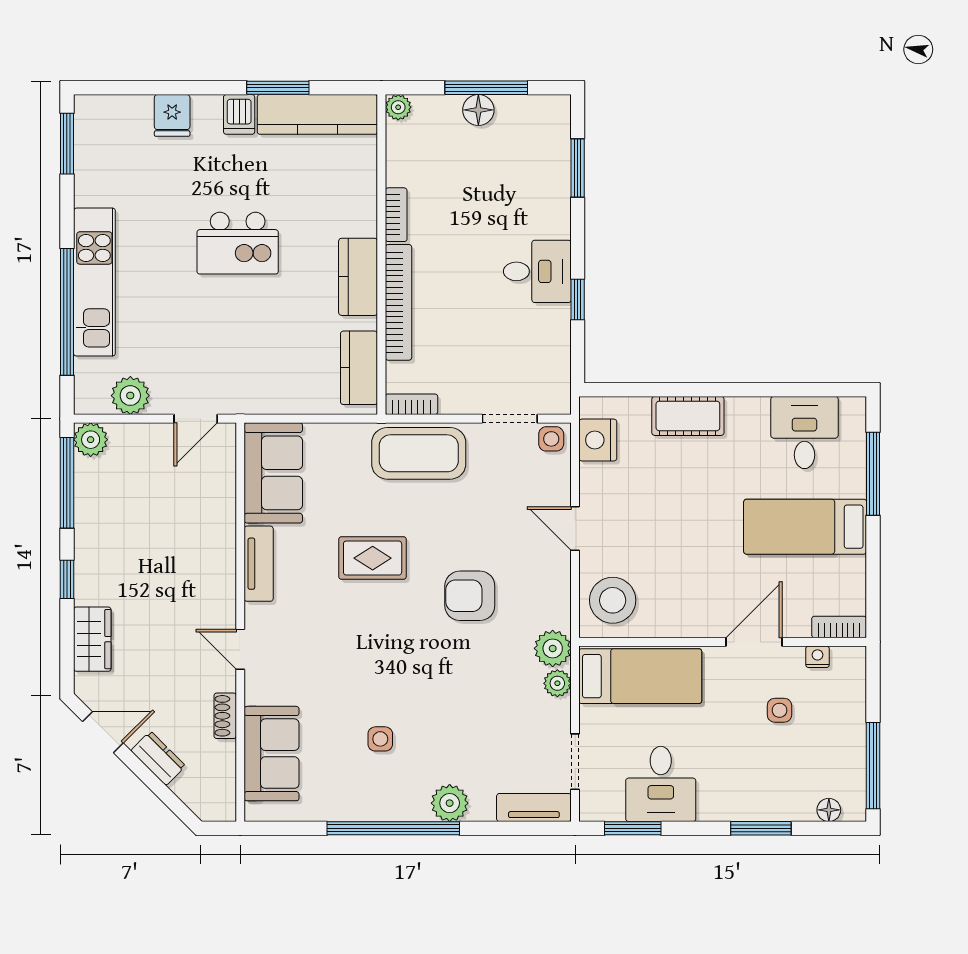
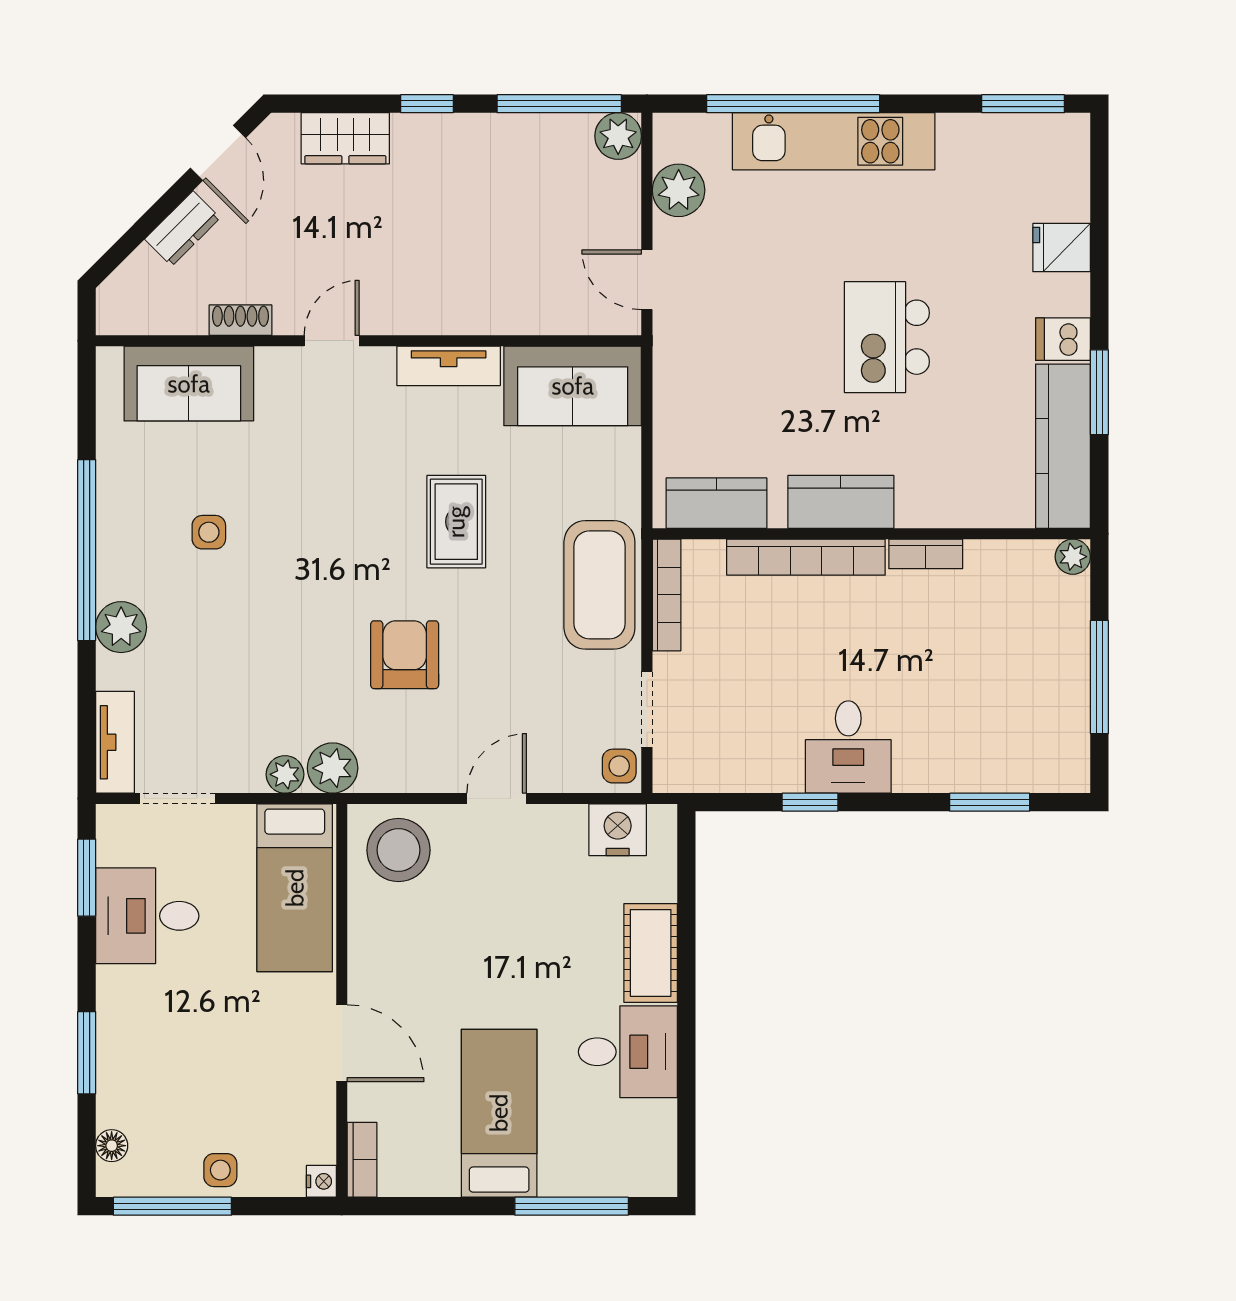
floor lamp: (478, 110) -> (1069, 666), removed
bookcase: (411, 404) -> (667, 595), width x1.56
desk: (804, 433) -> (628, 1052), moved
nightstand: (817, 657) -> (321, 1181), moved
side table: (779, 710) -> (220, 1170), moved

